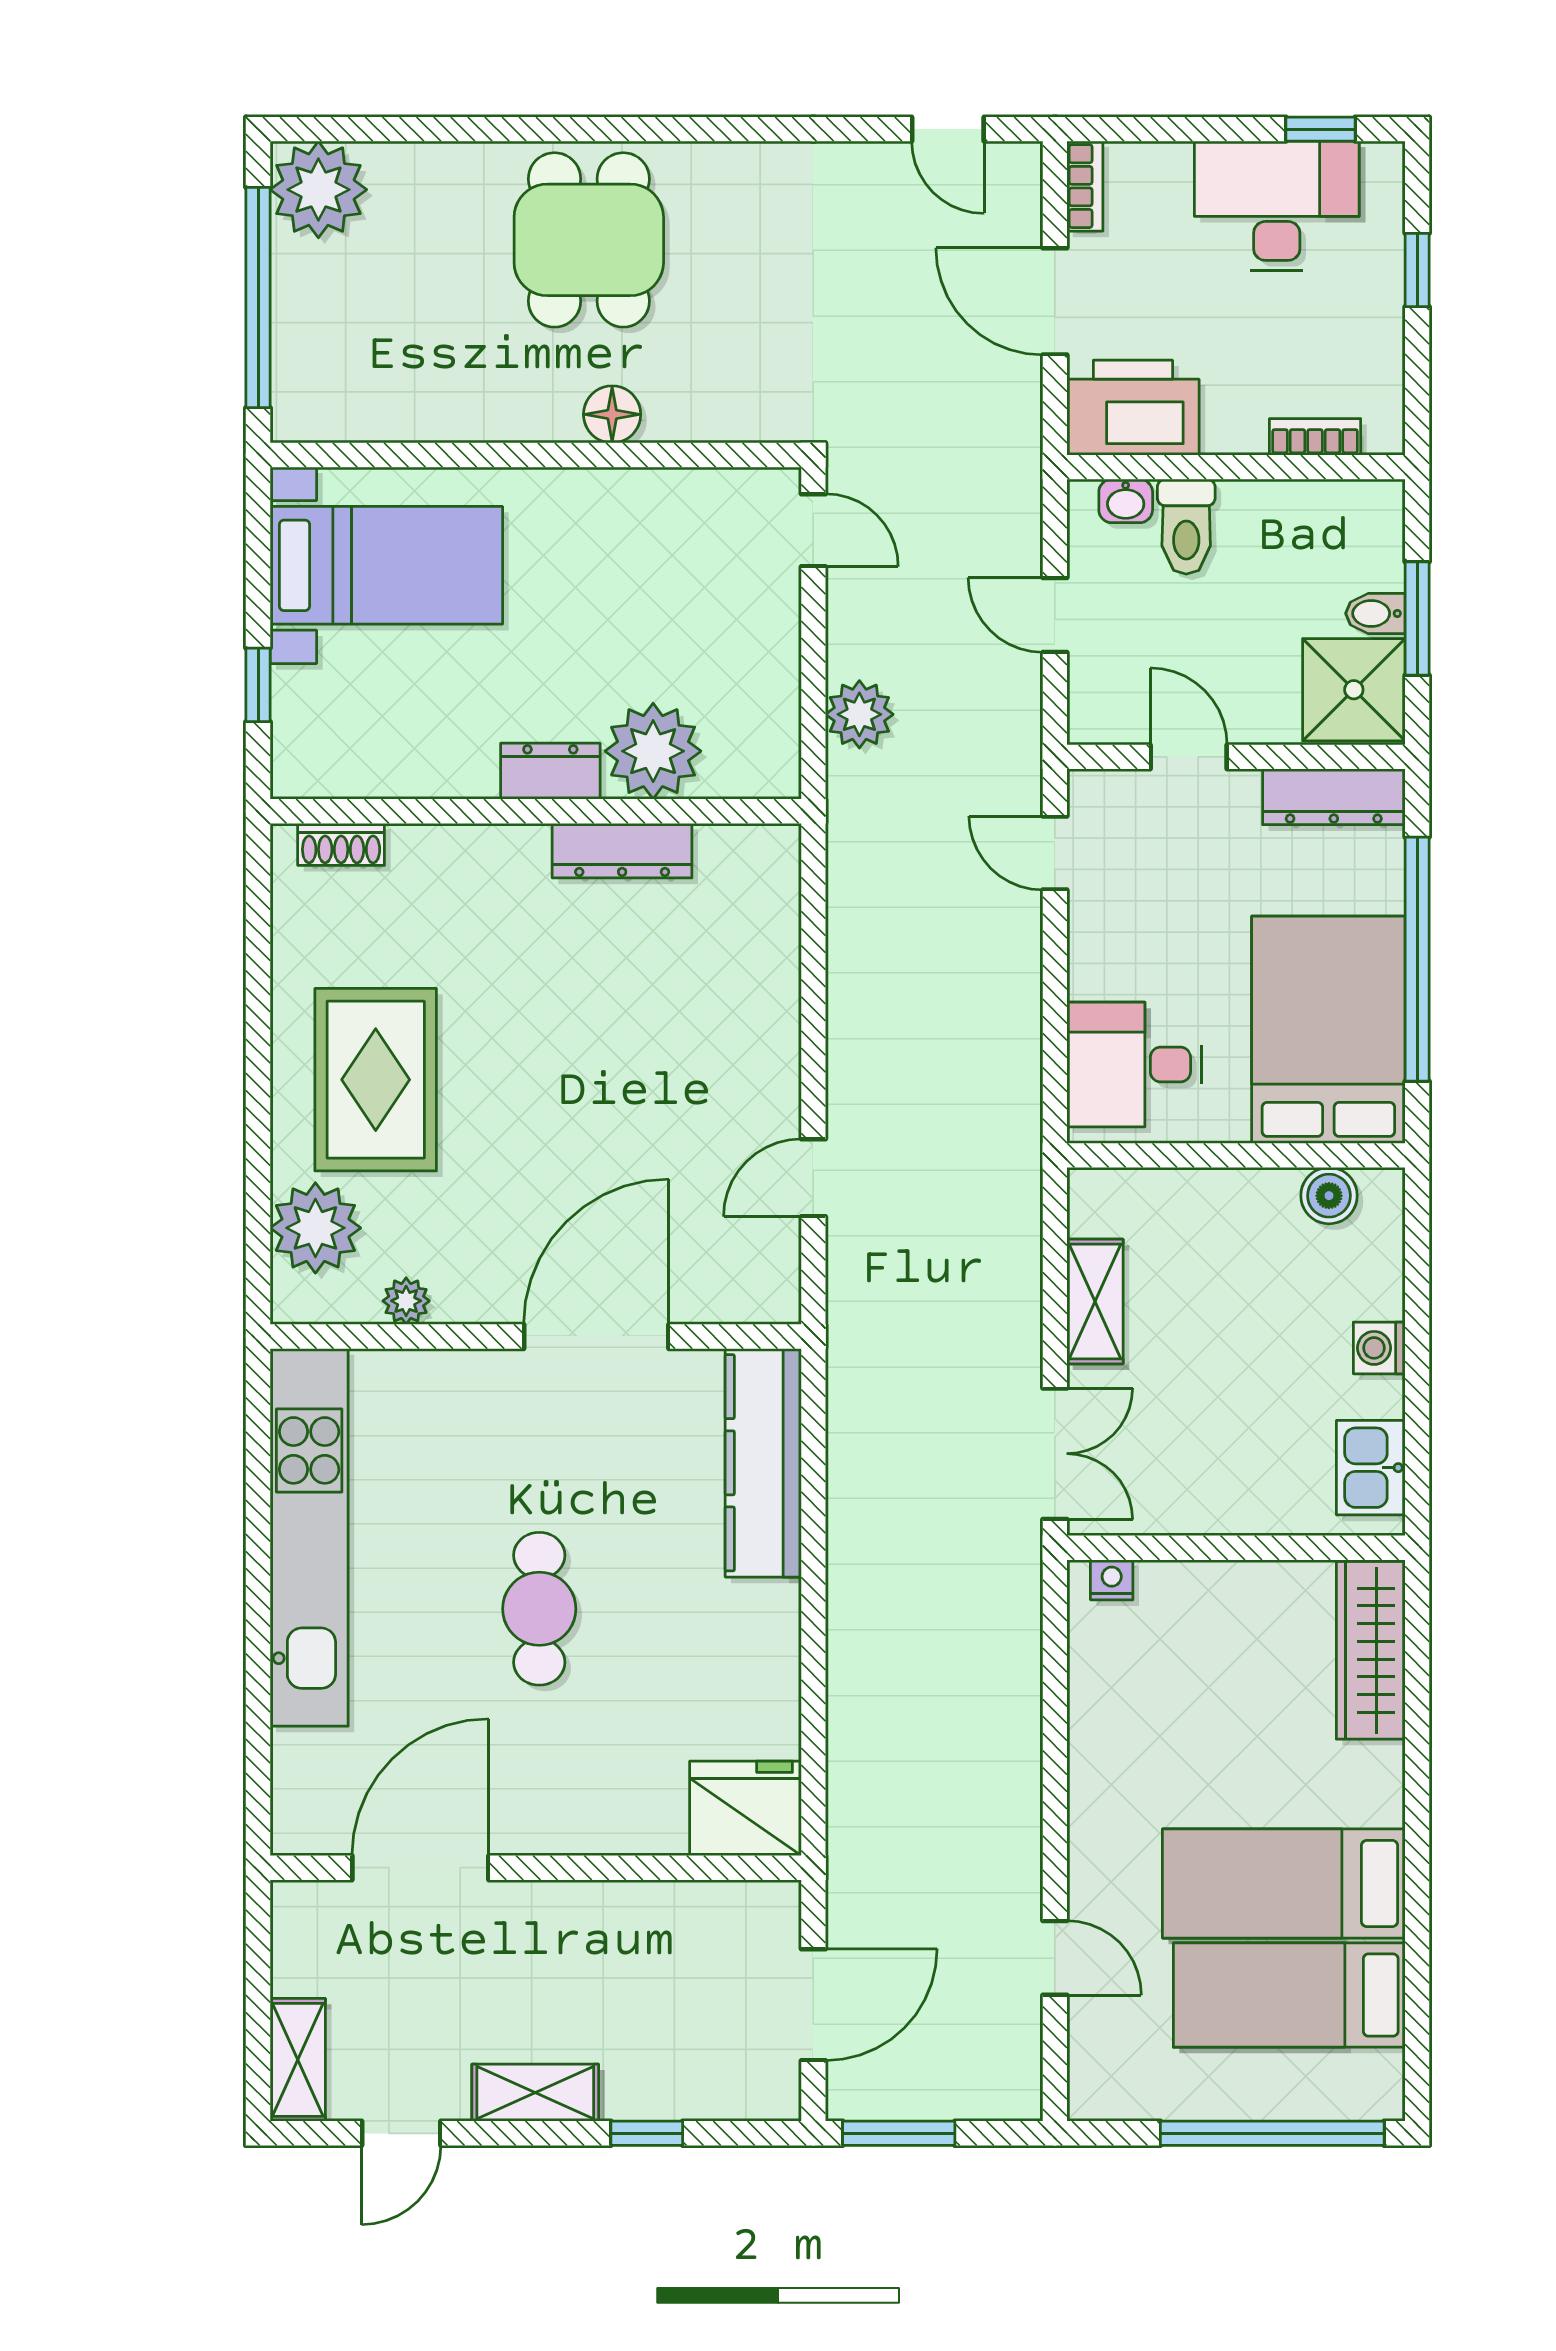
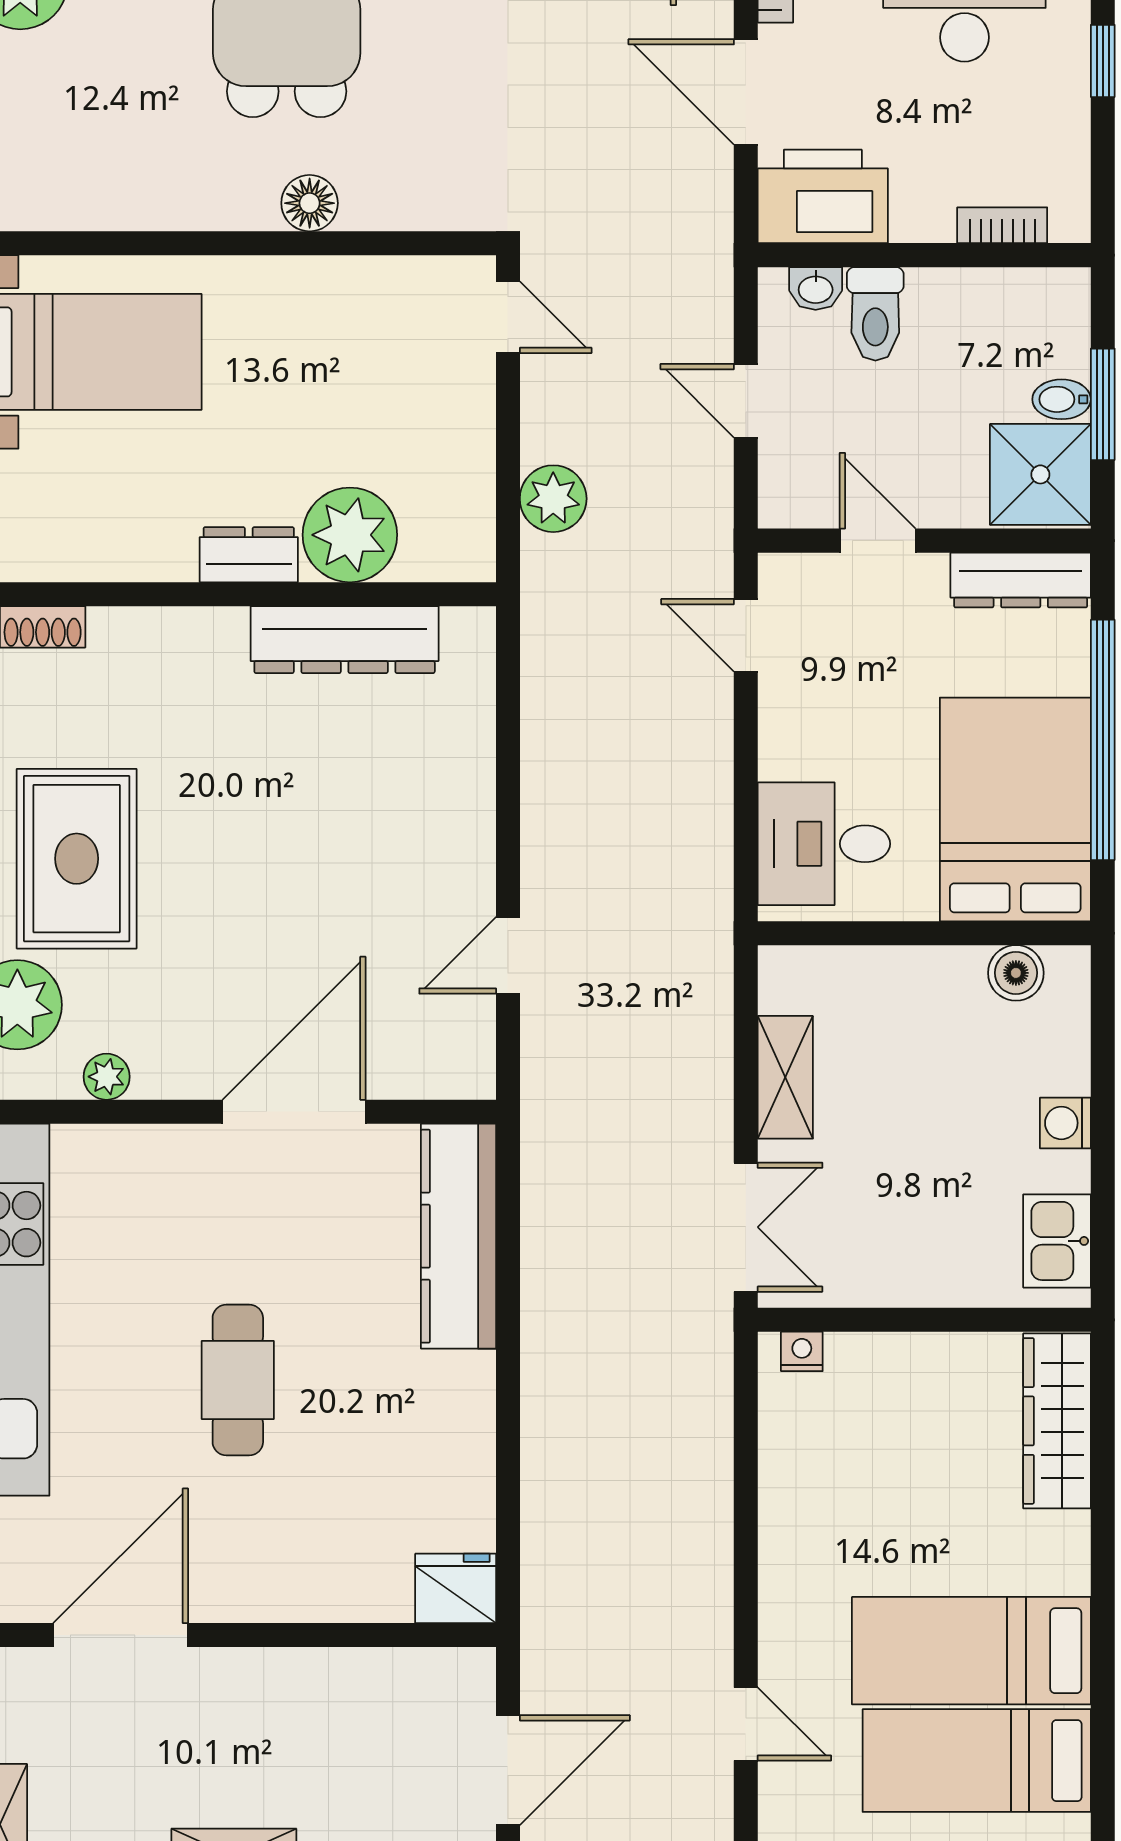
dresser: (622, 851) -> (345, 640), width x1.37, depth x1.24
fridge: (746, 1808) -> (456, 1588), width x0.73, depth x0.75

